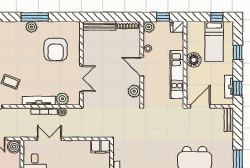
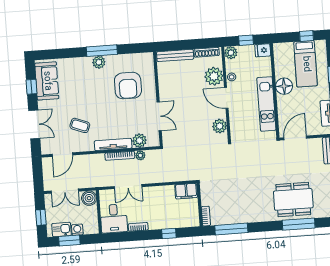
plant: (132, 47) -> (214, 76), added
double door: (49, 139) -> (128, 187), swing flipped

